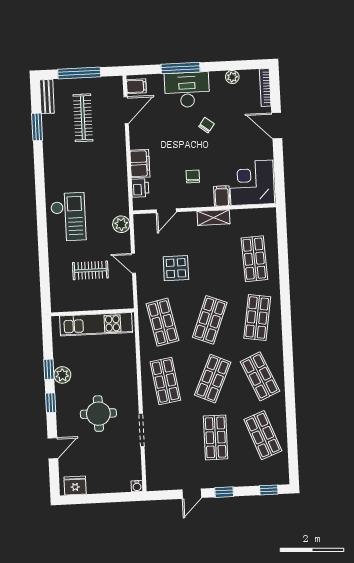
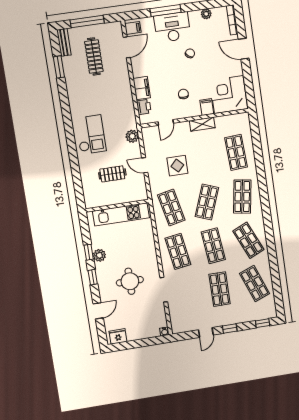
shop shelf: (213, 379) -> (213, 246), turned -30

